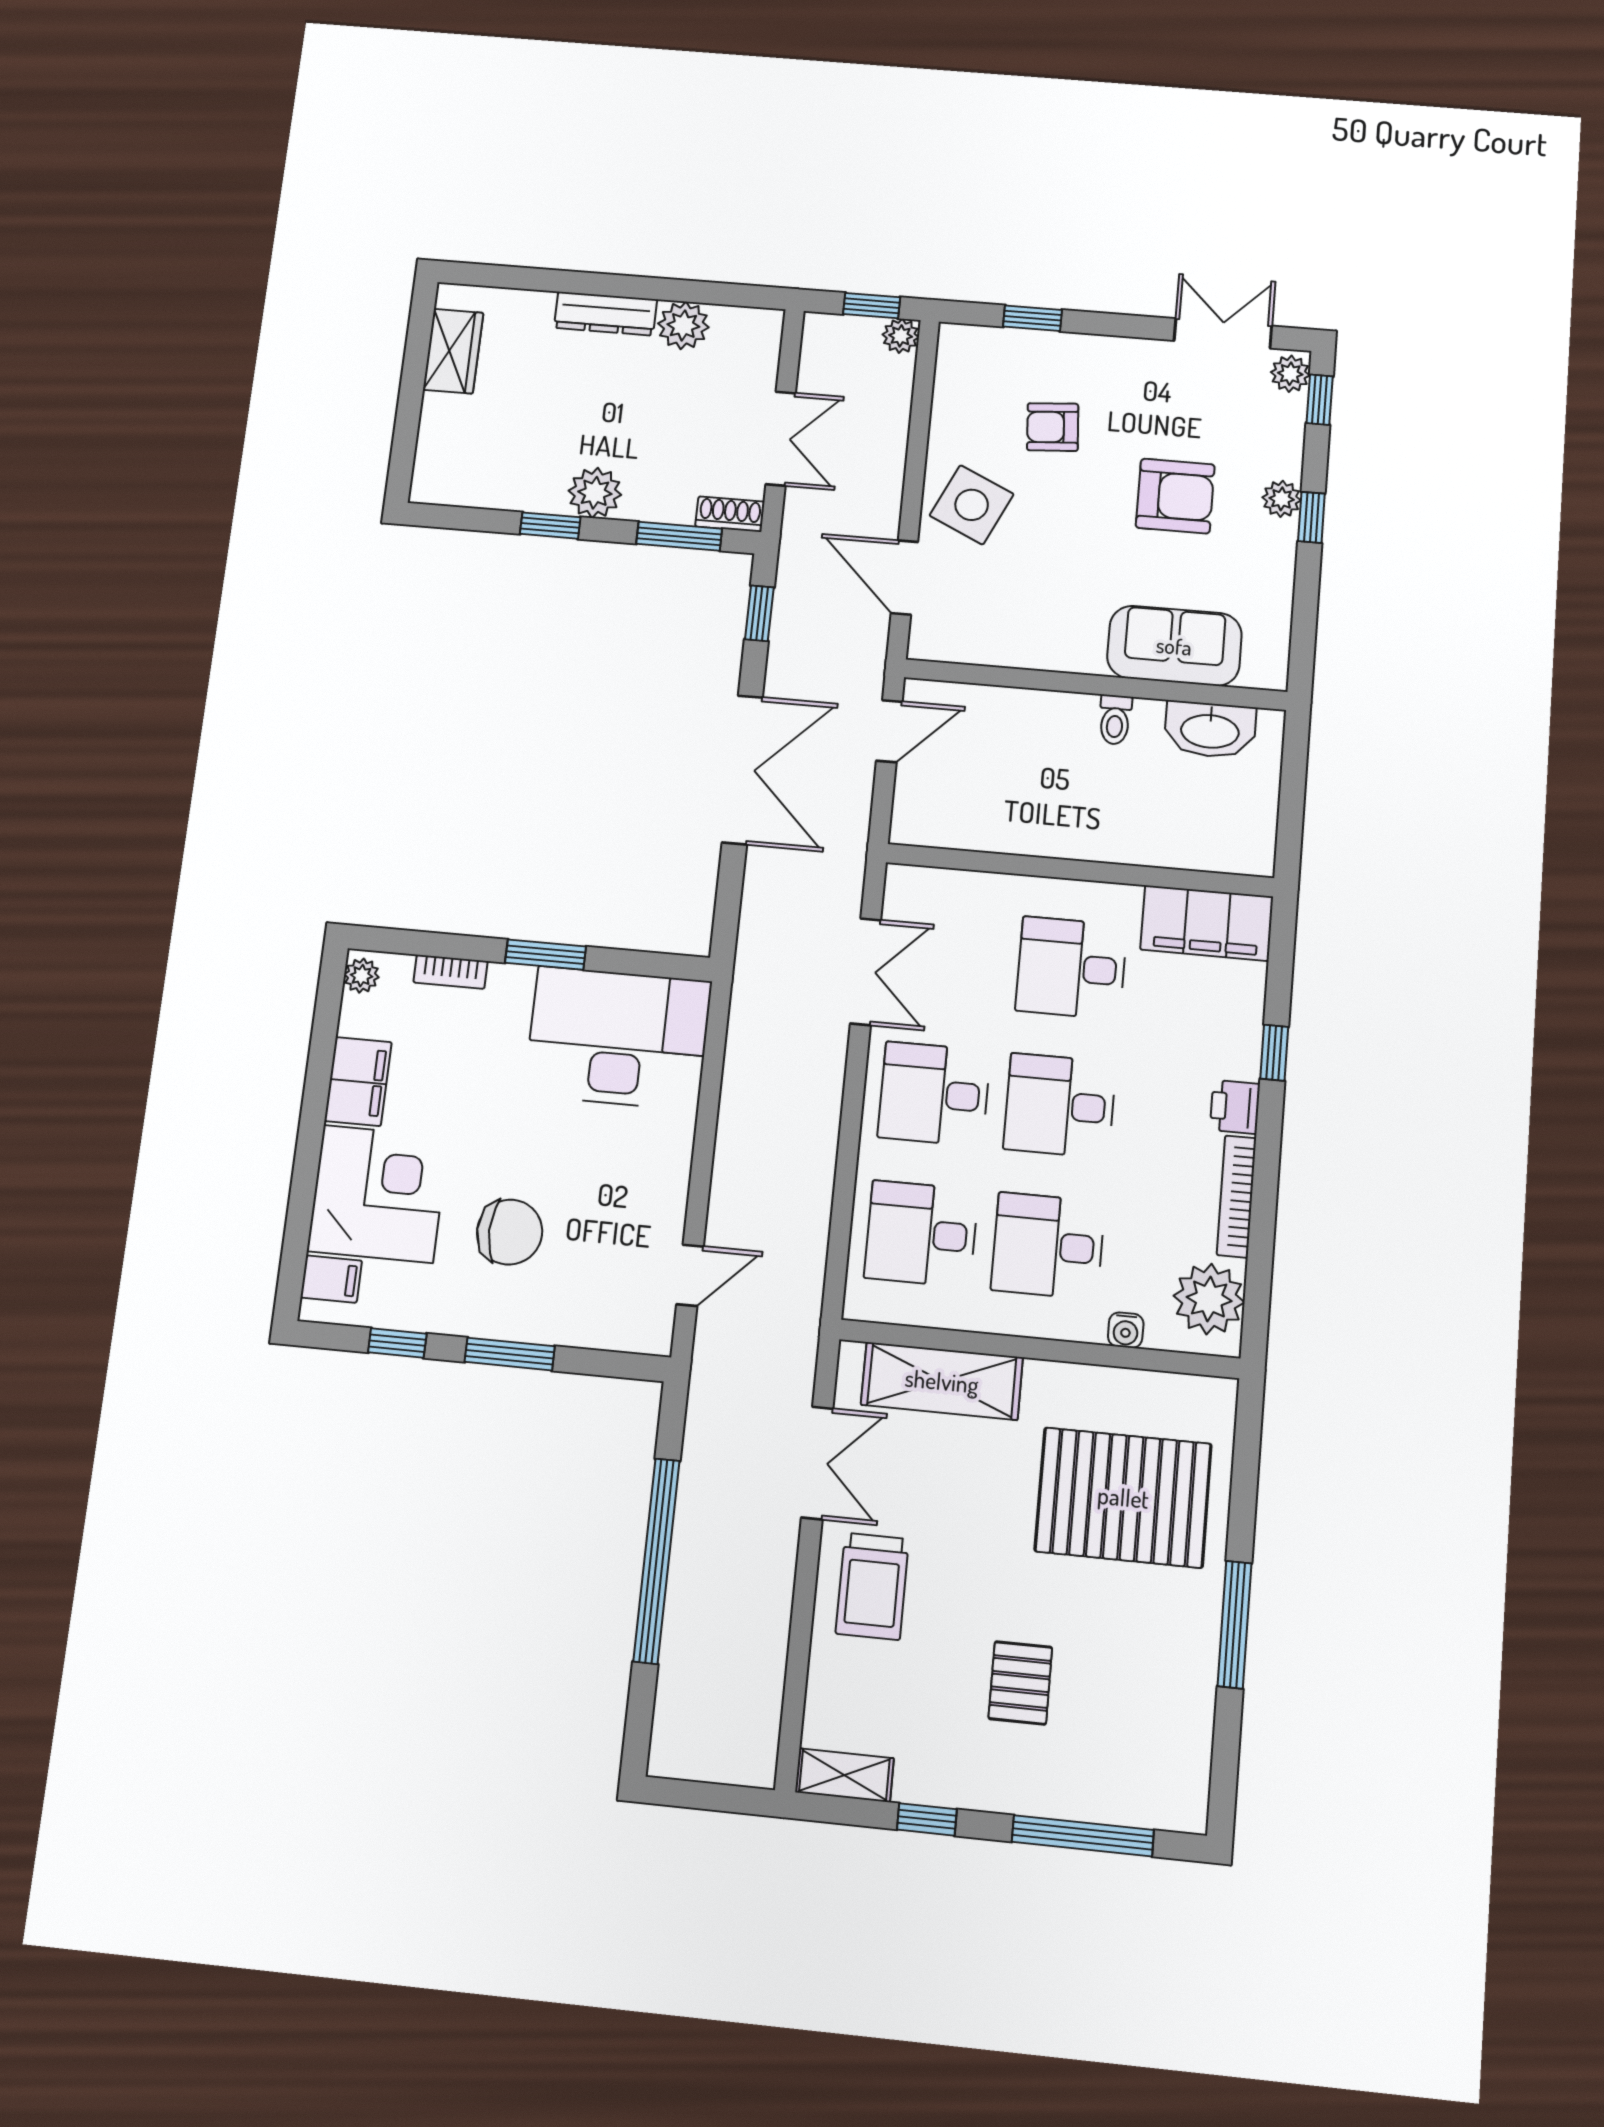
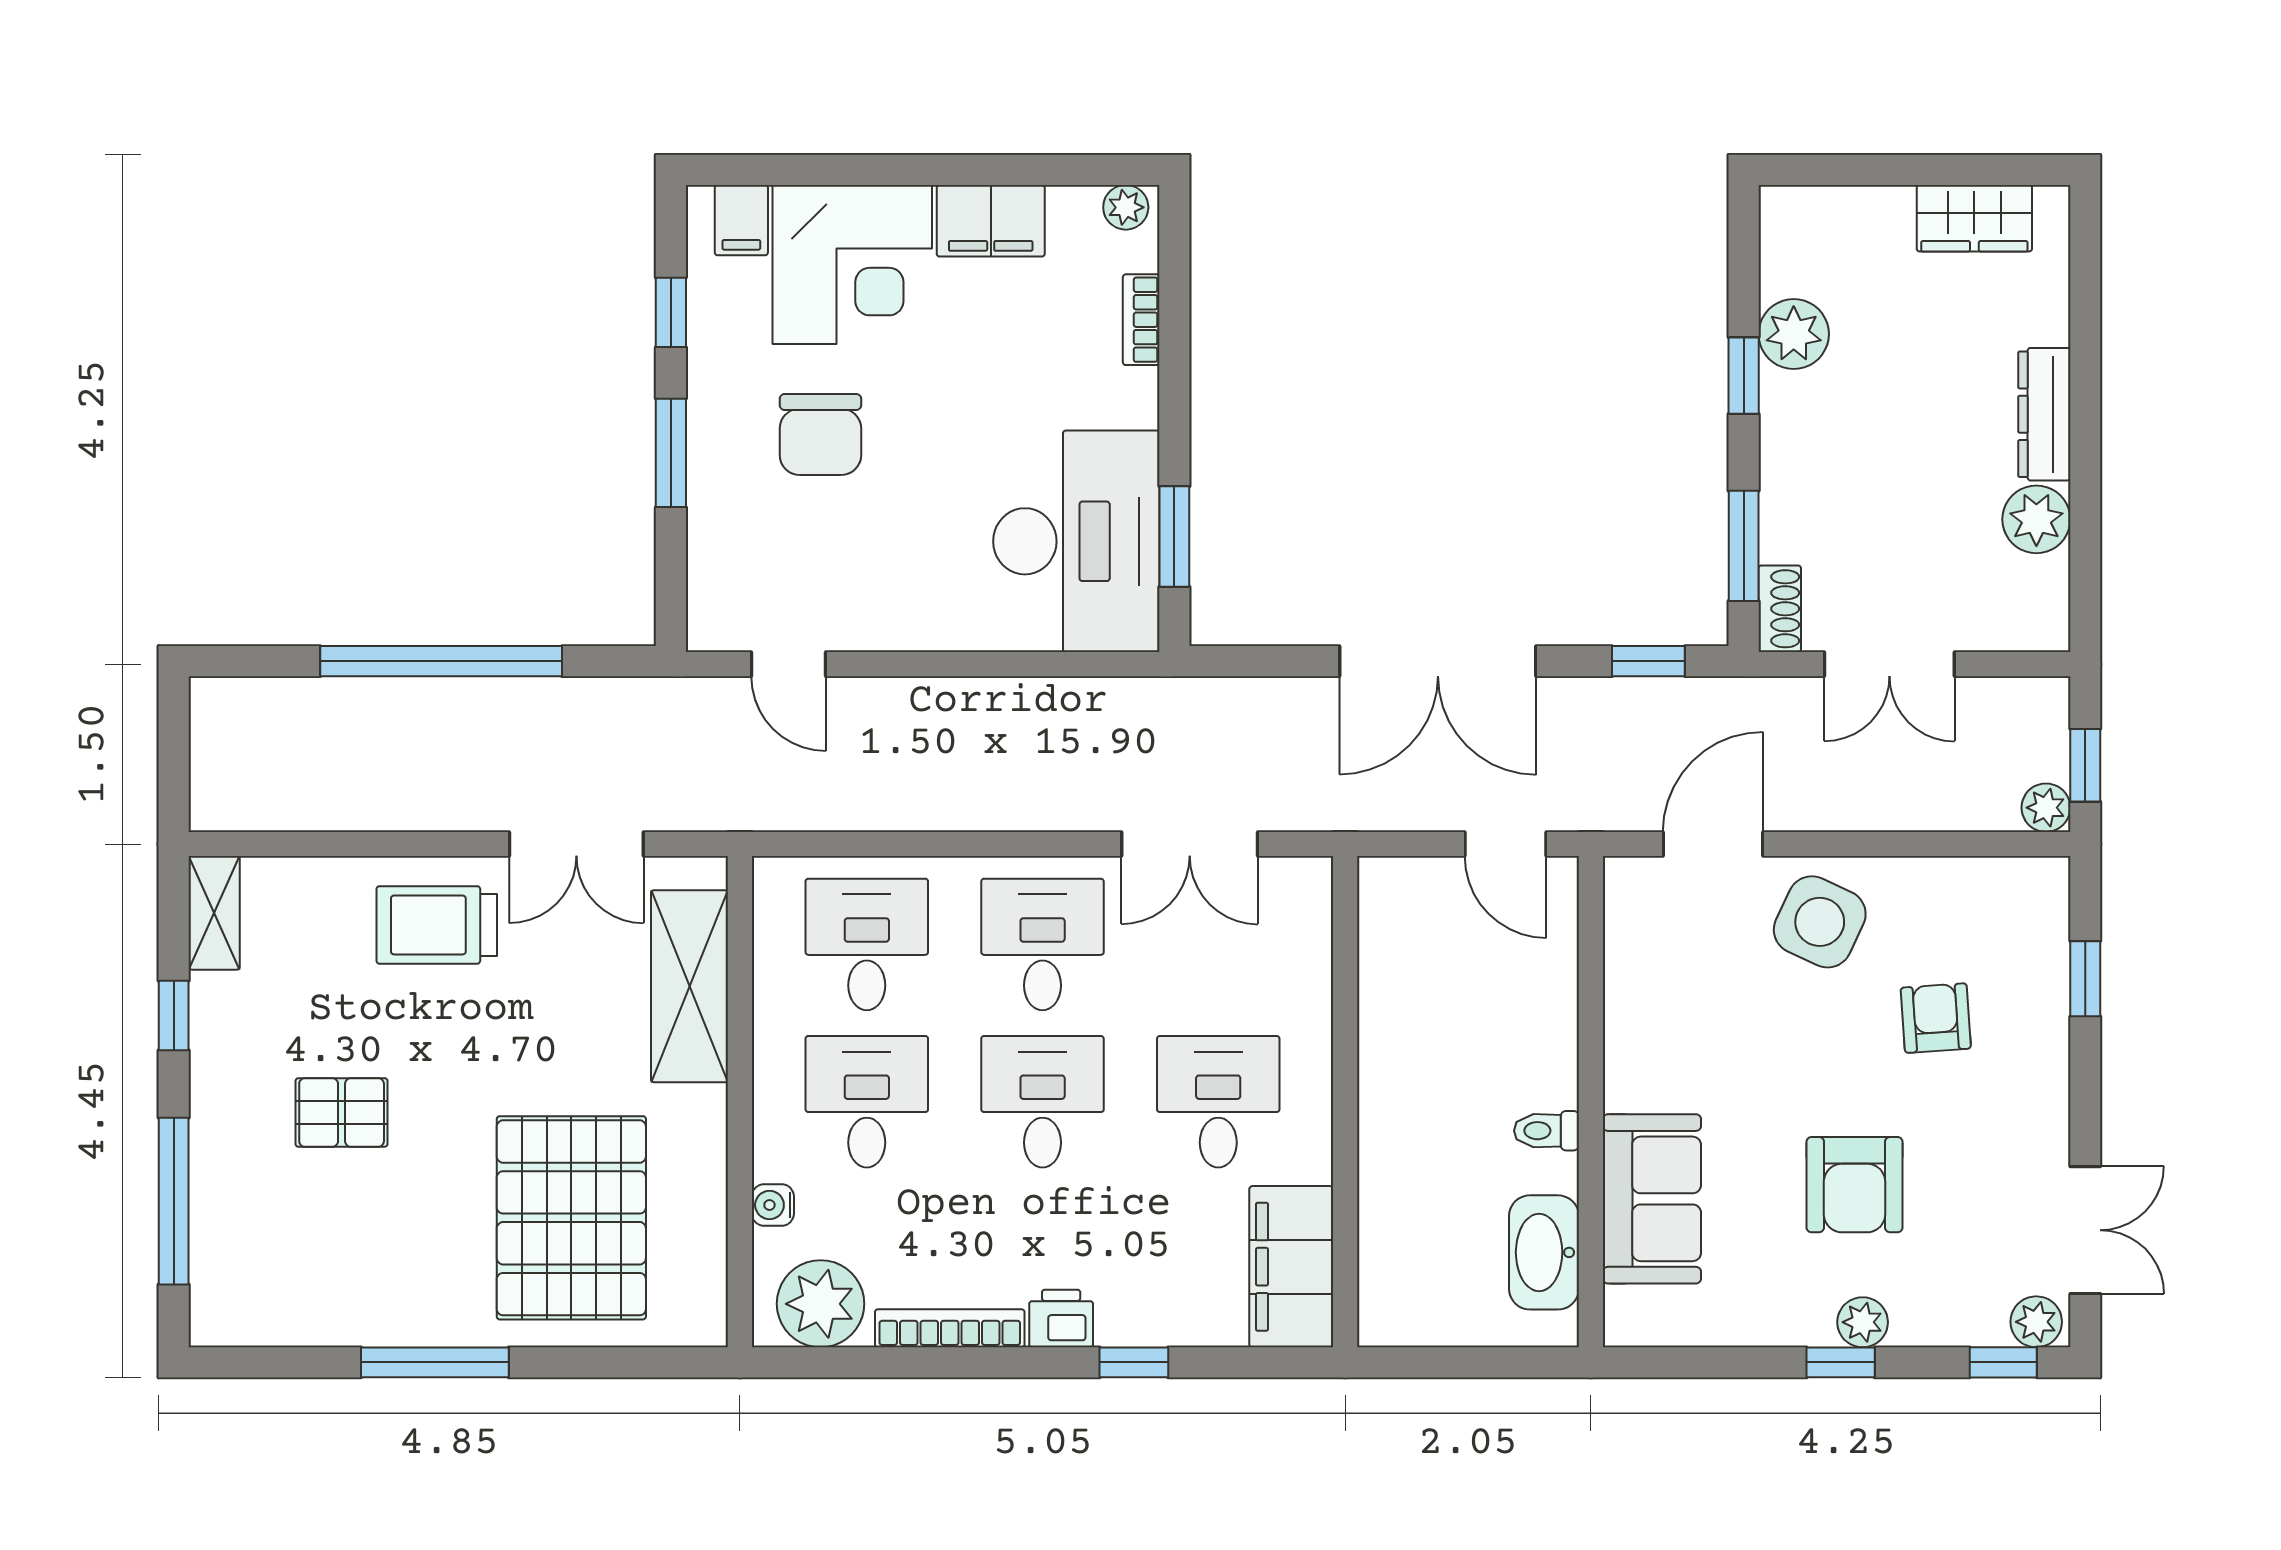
plant: (595, 493) -> (1794, 334), moved
window: (546, 955) -> (1174, 536), moved

